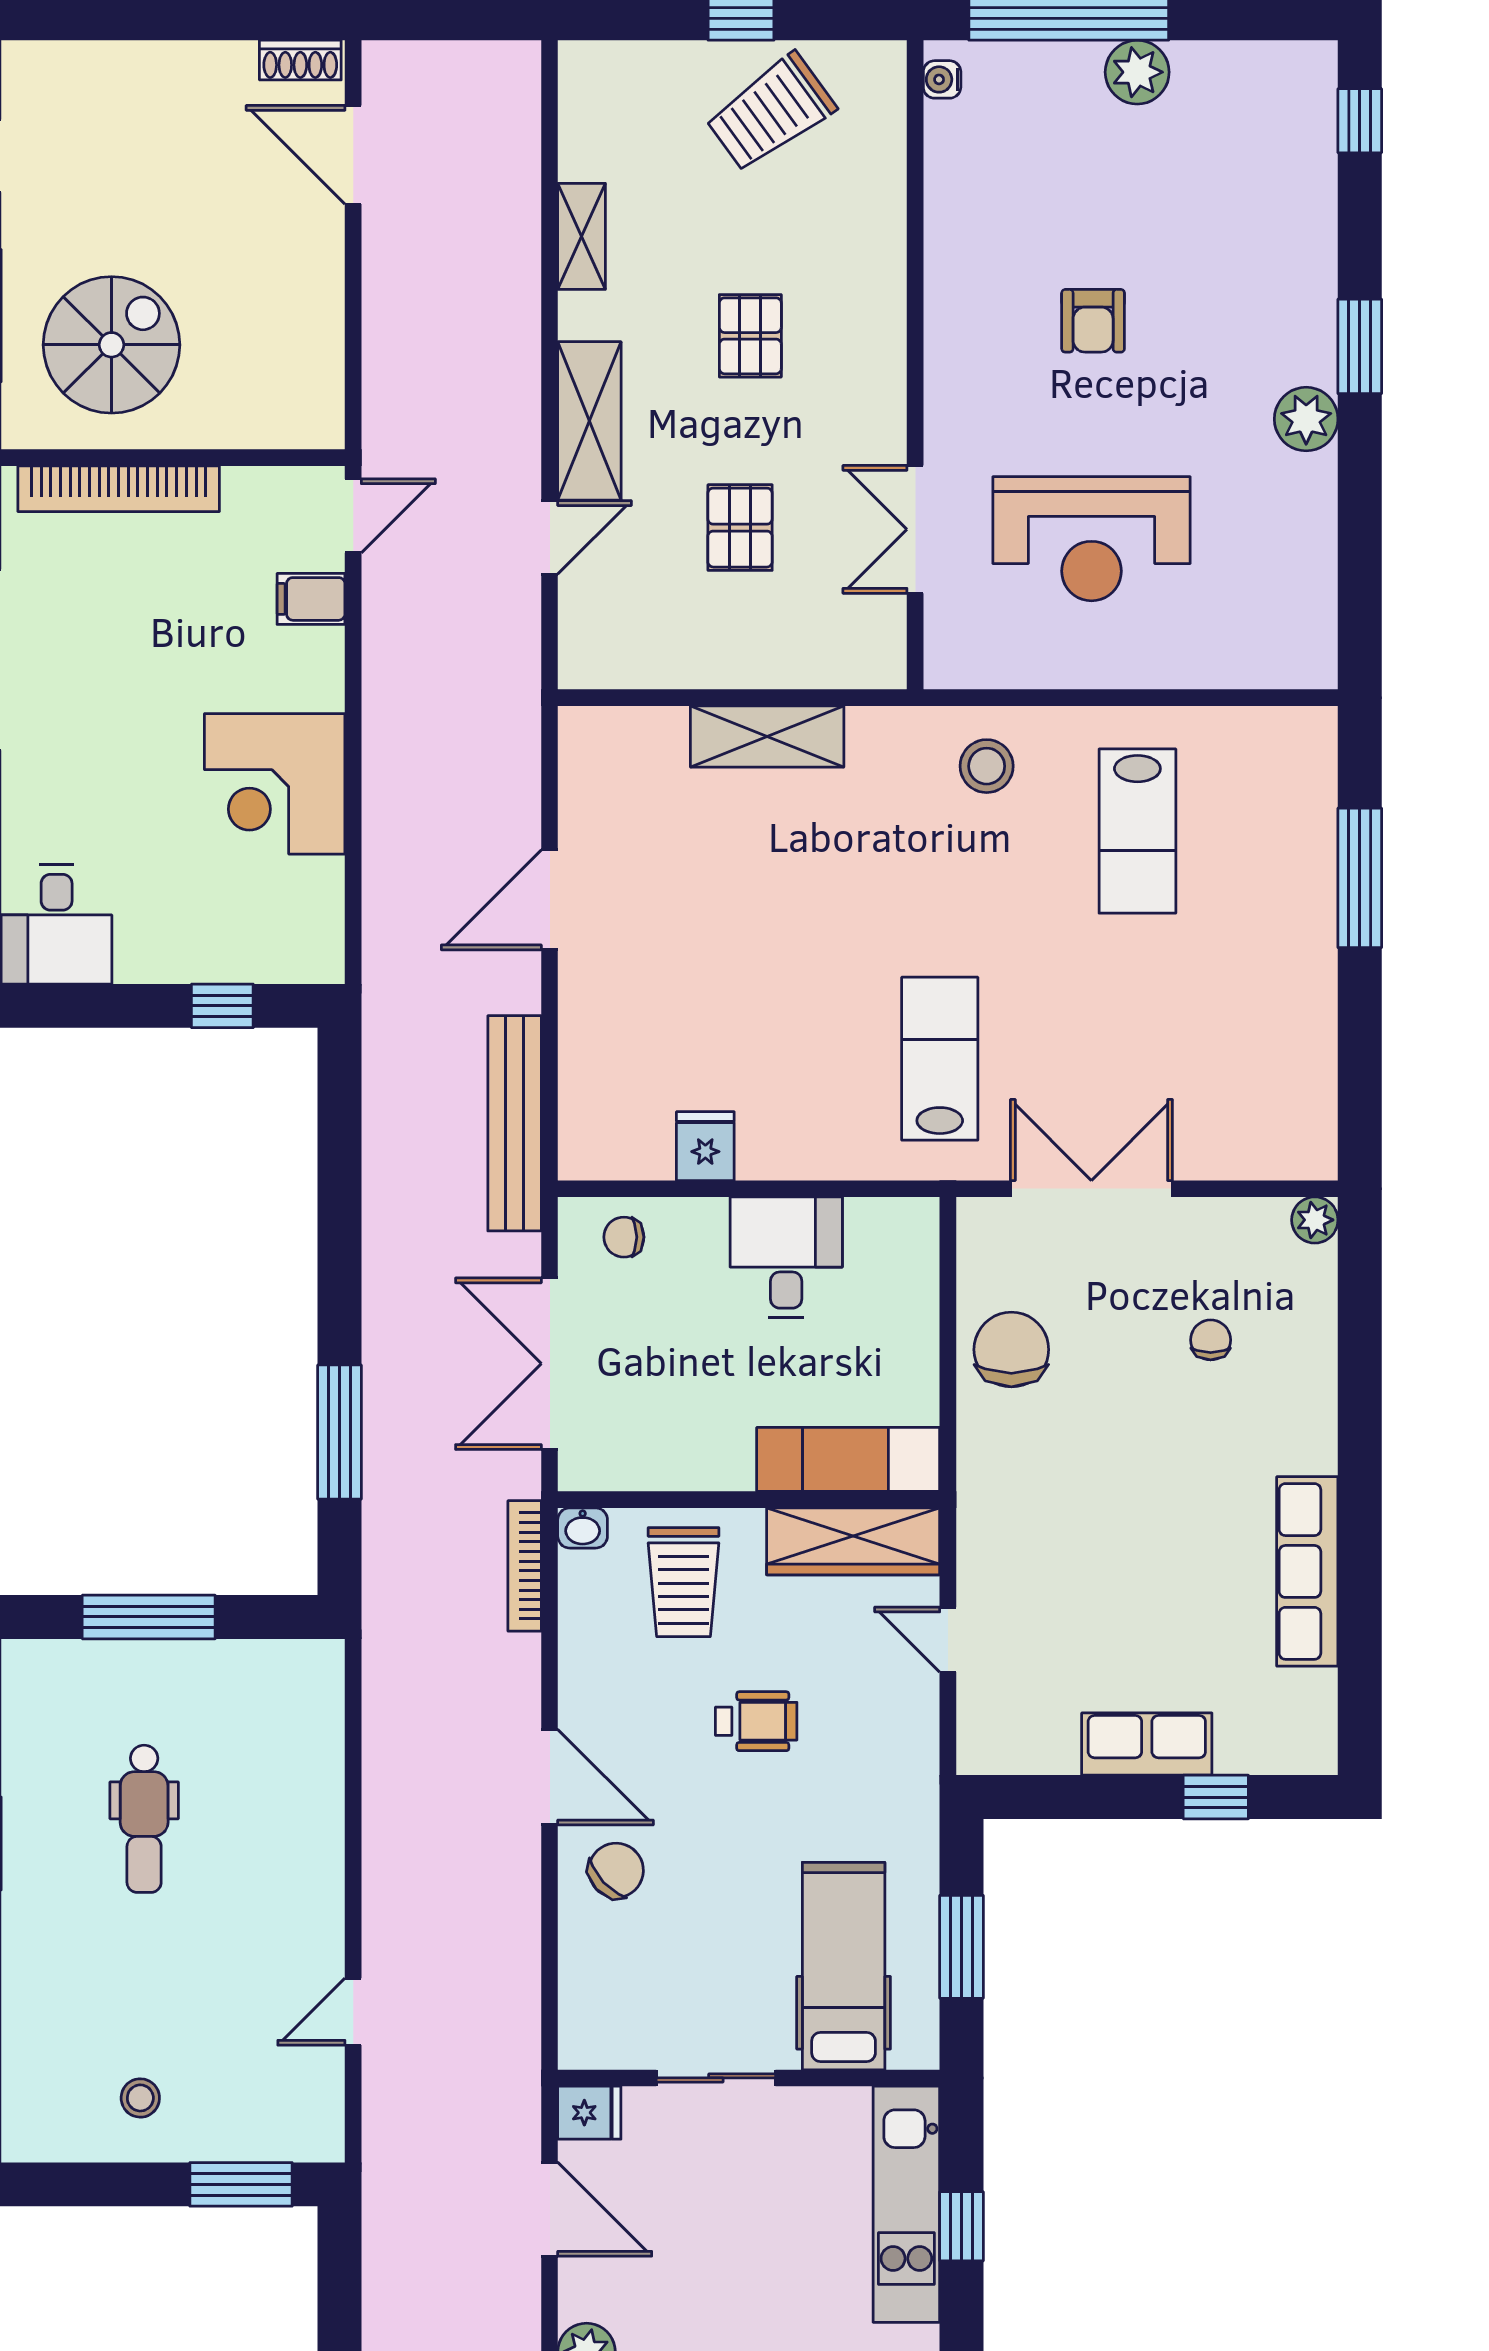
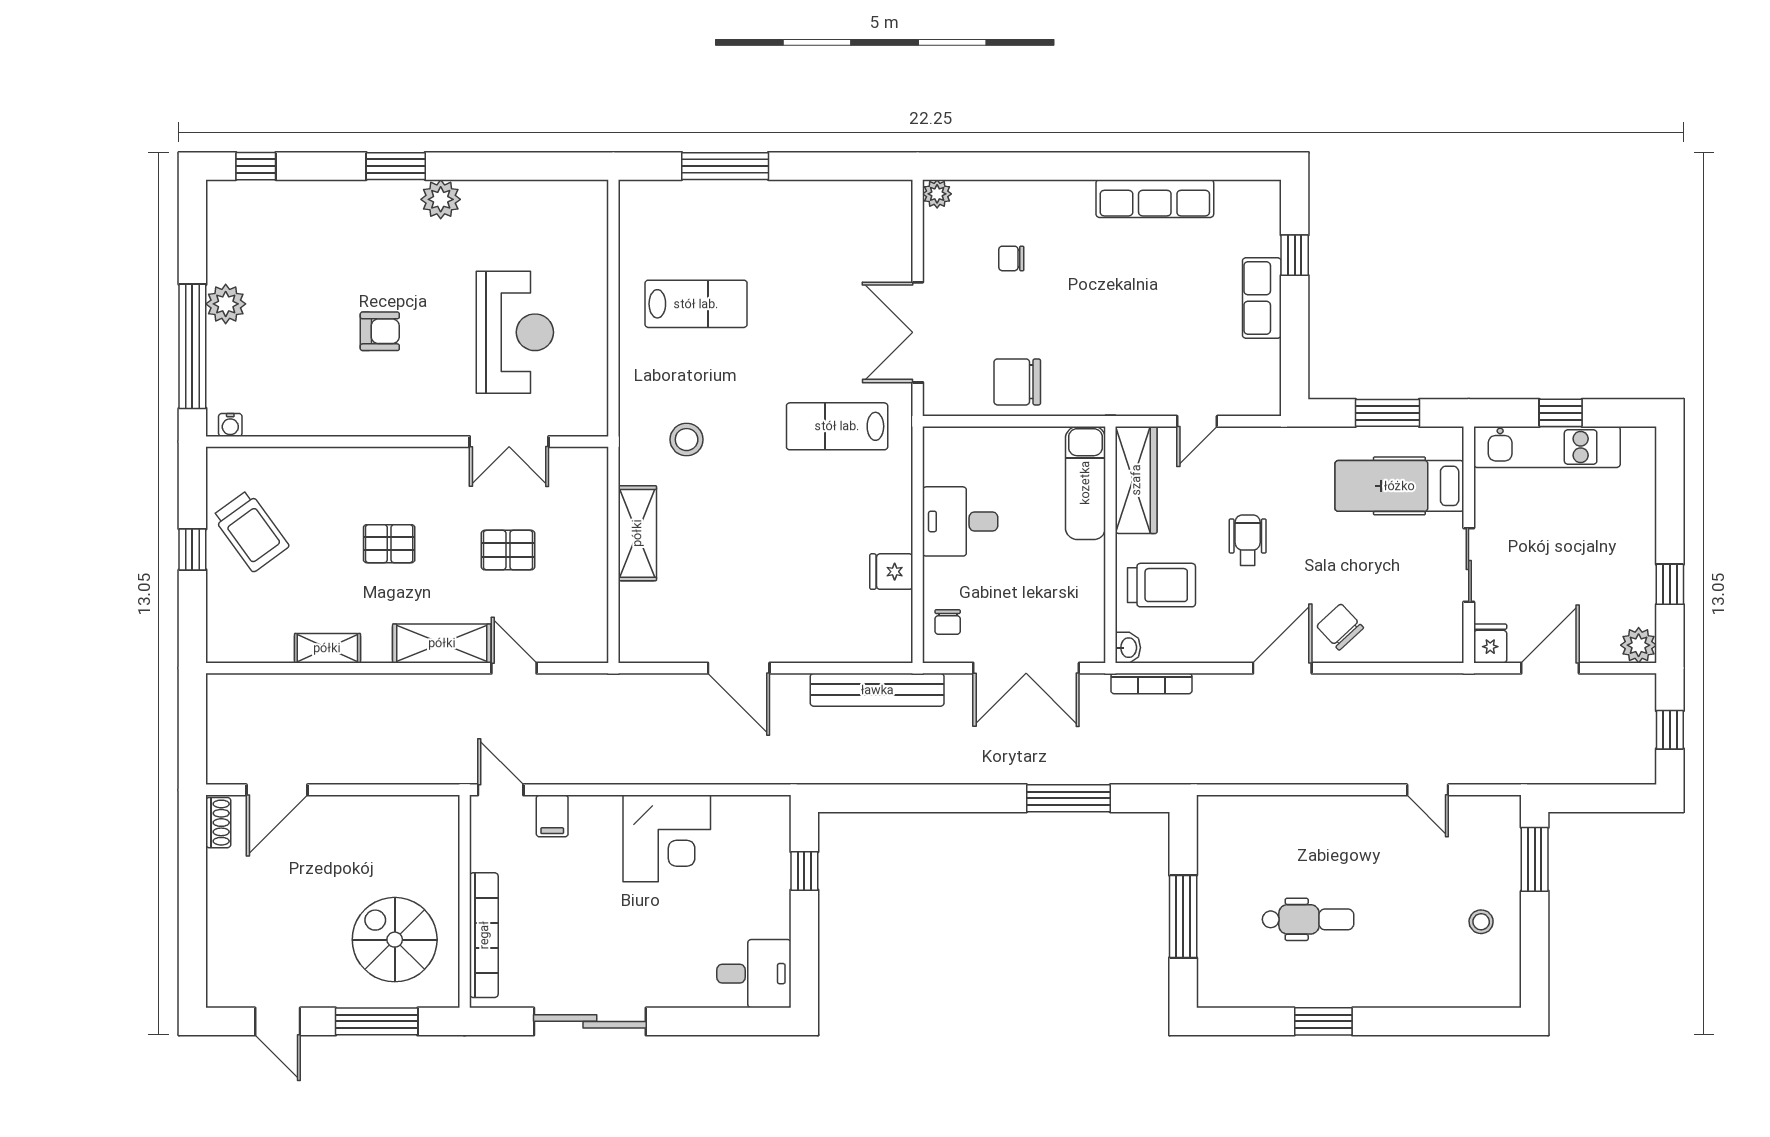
stool: (987, 766) -> (687, 440), moved

